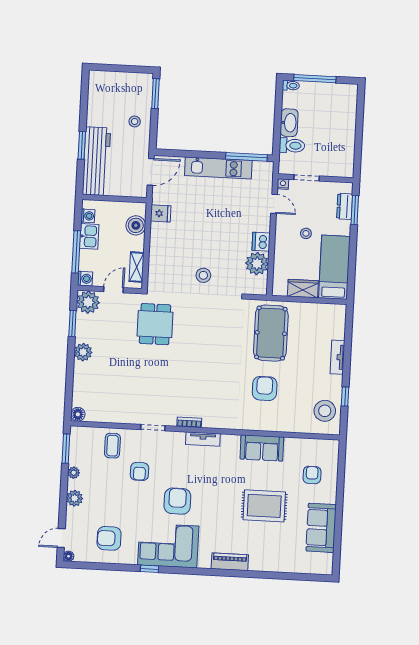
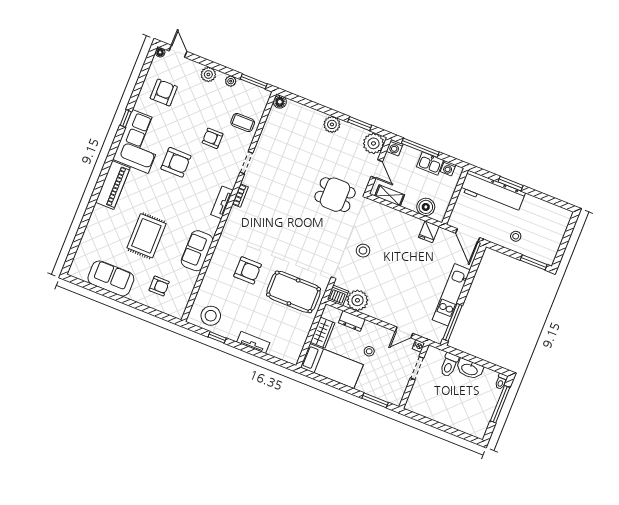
dresser: (345, 206) -> (352, 321), moved, turned 180
dishwasher: (261, 242) -> (338, 295), moved
piano: (230, 562) -> (113, 185), width x1.37, depth x1.33

